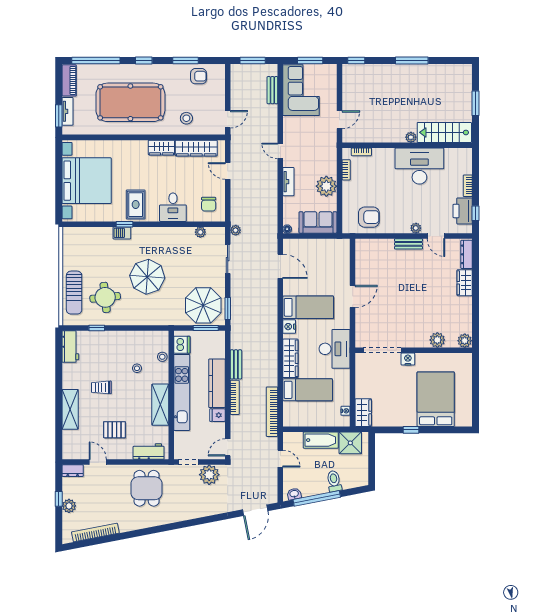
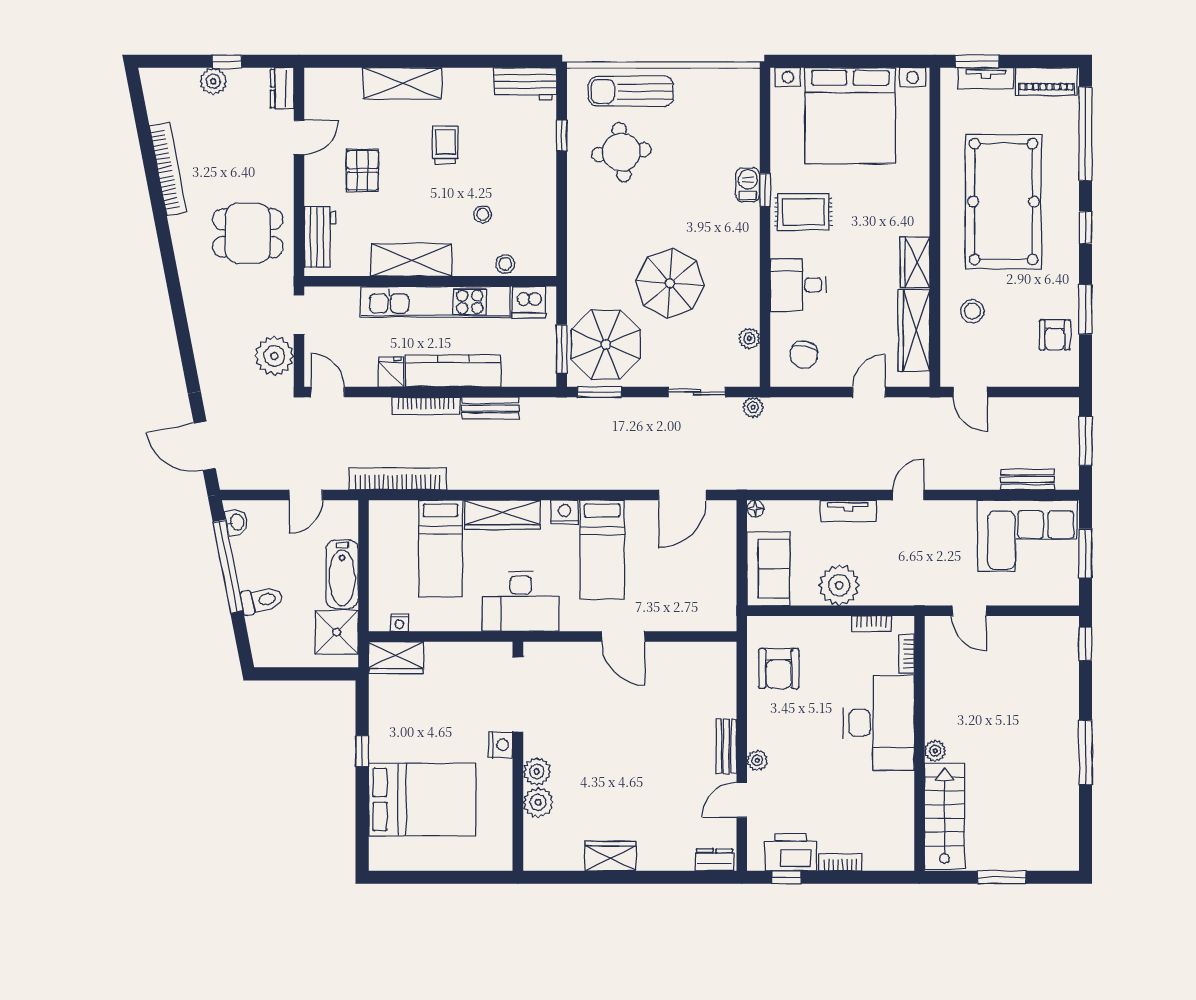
desk: (419, 166) -> (879, 723), moved
chair: (209, 204) -> (804, 355), turned -77
dresser: (467, 254) -> (714, 860), width x0.70
parasol: (147, 277) -> (670, 283), moved
wardrobe: (465, 283) -> (611, 856), moved
plant: (465, 341) -> (537, 772), moved
bookcase: (95, 532) -> (168, 169), moved

